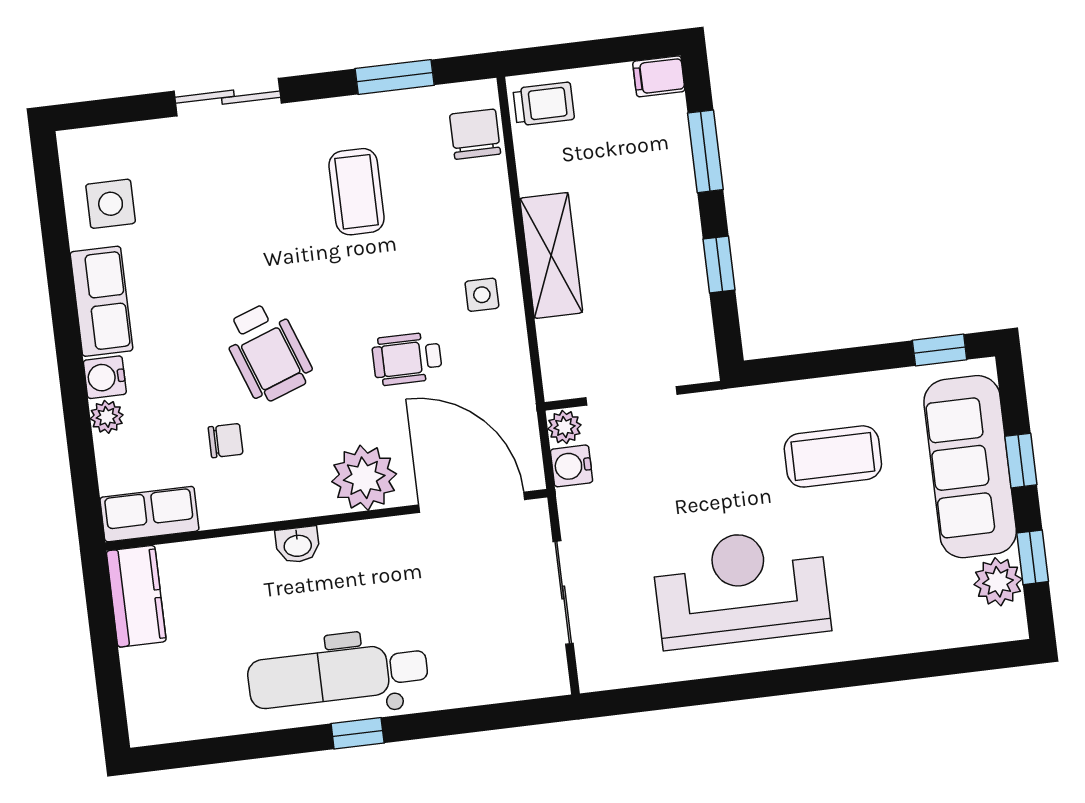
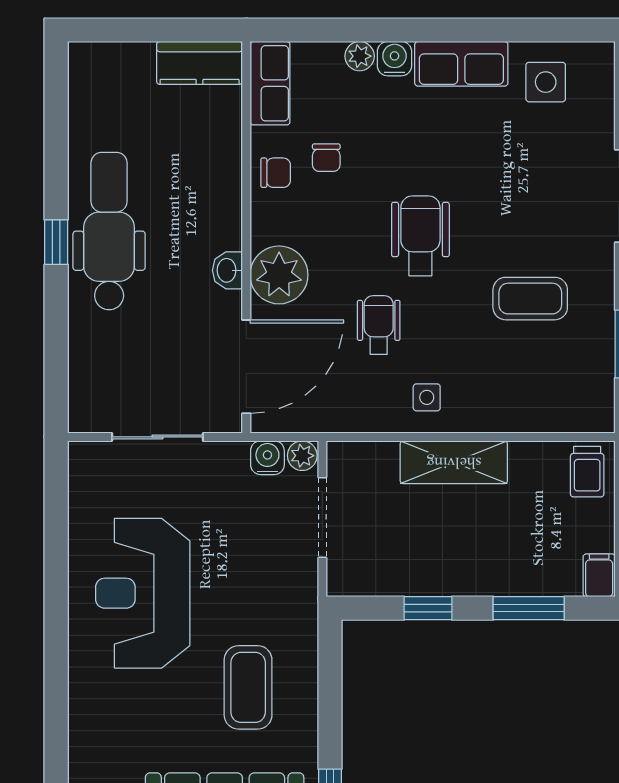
chair: (475, 134) -> (276, 173), moved, width x0.73, depth x0.73
wheelchair: (267, 352) -> (420, 236), moved, turned 110
washbasin: (298, 545) -> (227, 270), moved
reception desk: (741, 588) -> (143, 593), turned 180

